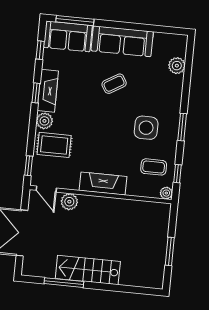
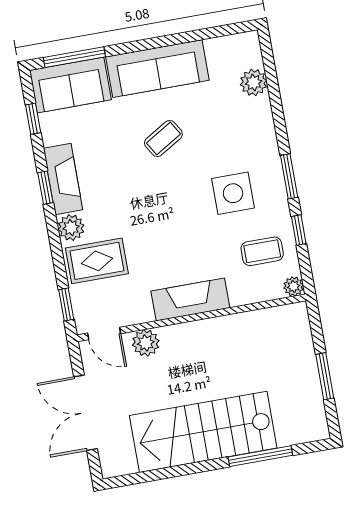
window: (177, 174) -> (299, 230), moved
stairs: (88, 270) -> (203, 432), width x1.36, depth x1.51
window: (64, 283) -> (260, 456), moved

